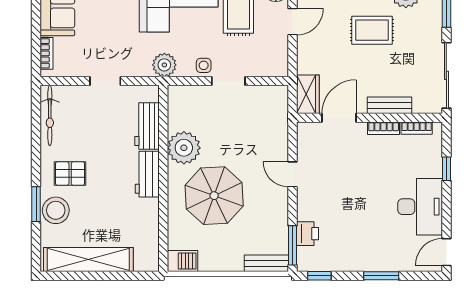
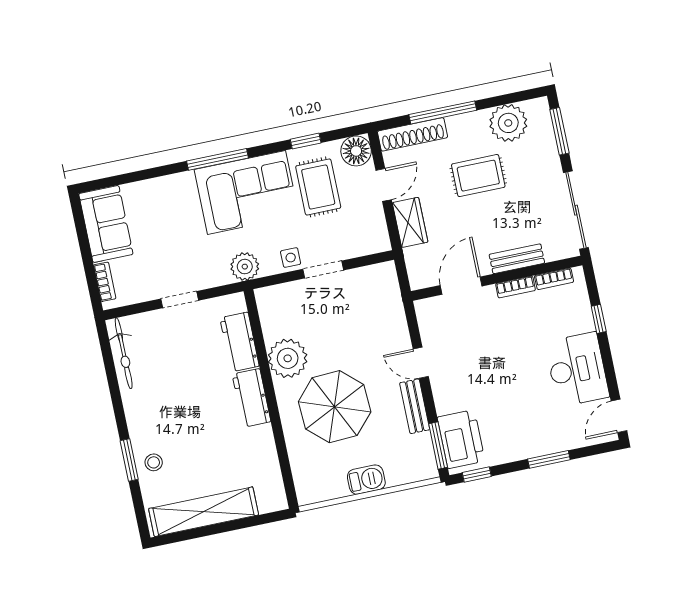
wardrobe: (308, 94) -> (410, 222), moved
pallet: (70, 174) -> (161, 416), removed
stool: (56, 210) -> (154, 462), width x0.53, depth x0.53
printer: (308, 234) -> (461, 439), width x1.87, depth x1.48
barbecue: (182, 261) -> (366, 480), moved
bench: (266, 263) -> (415, 406), moved, turned 90

